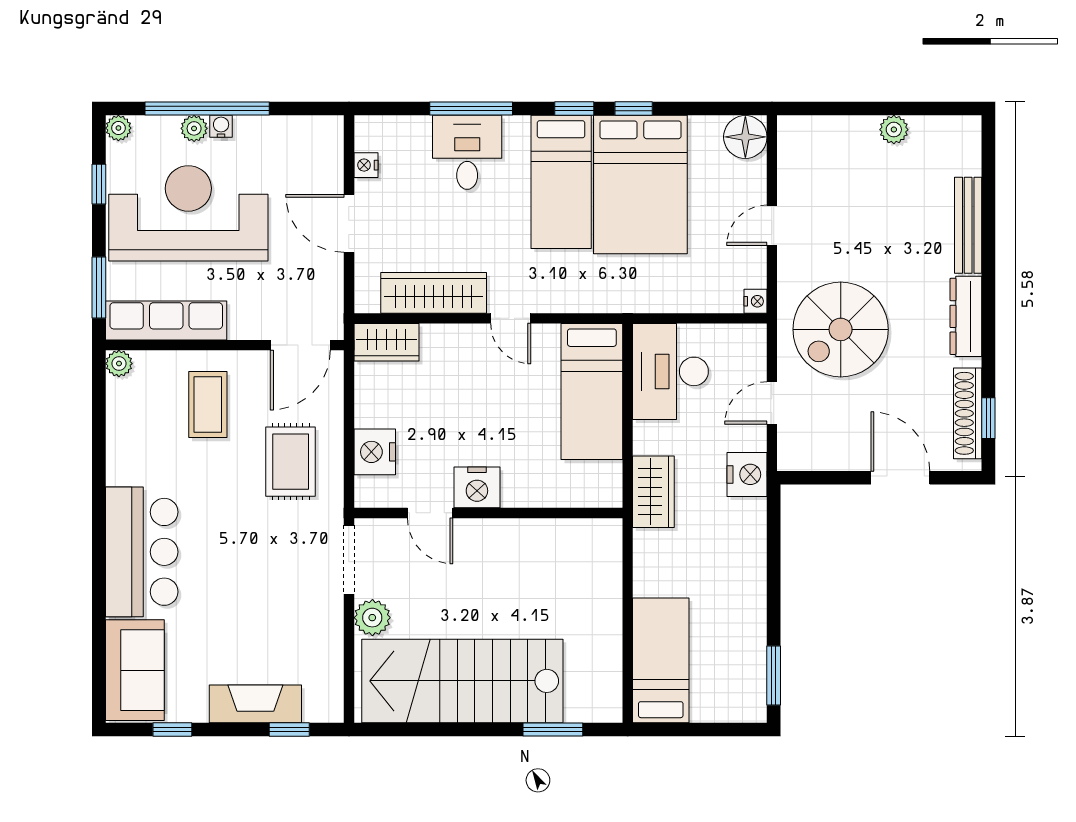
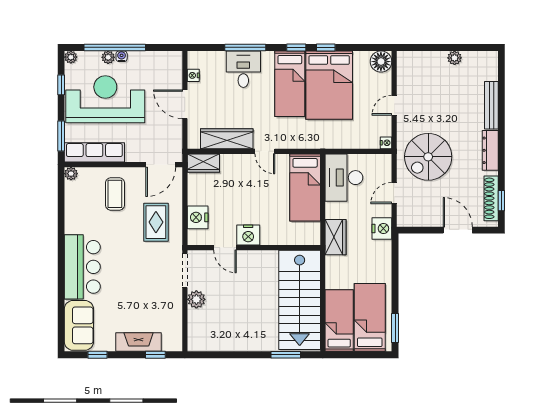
bed: (723, 654) -> (370, 317), added
stairs: (462, 681) -> (300, 300), moved, turned -90

